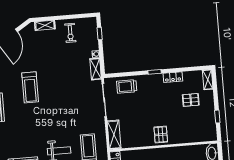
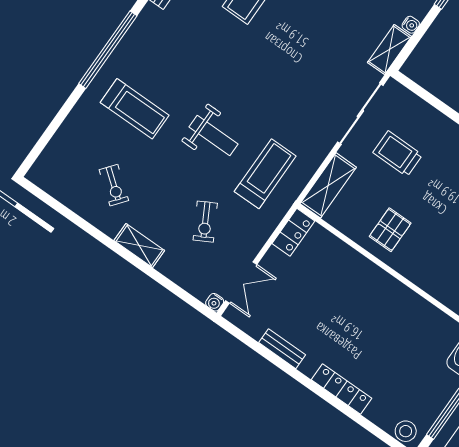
trolley: (127, 86) -> (398, 154), moved
pallet: (161, 135) -> (390, 230), moved

